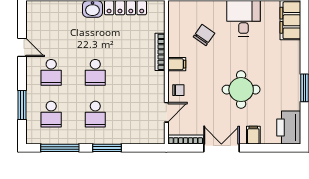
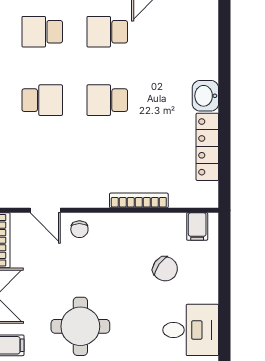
filing cabinet: (177, 64) -> (197, 227), moved
school desk: (95, 114) -> (42, 100), turned 180

